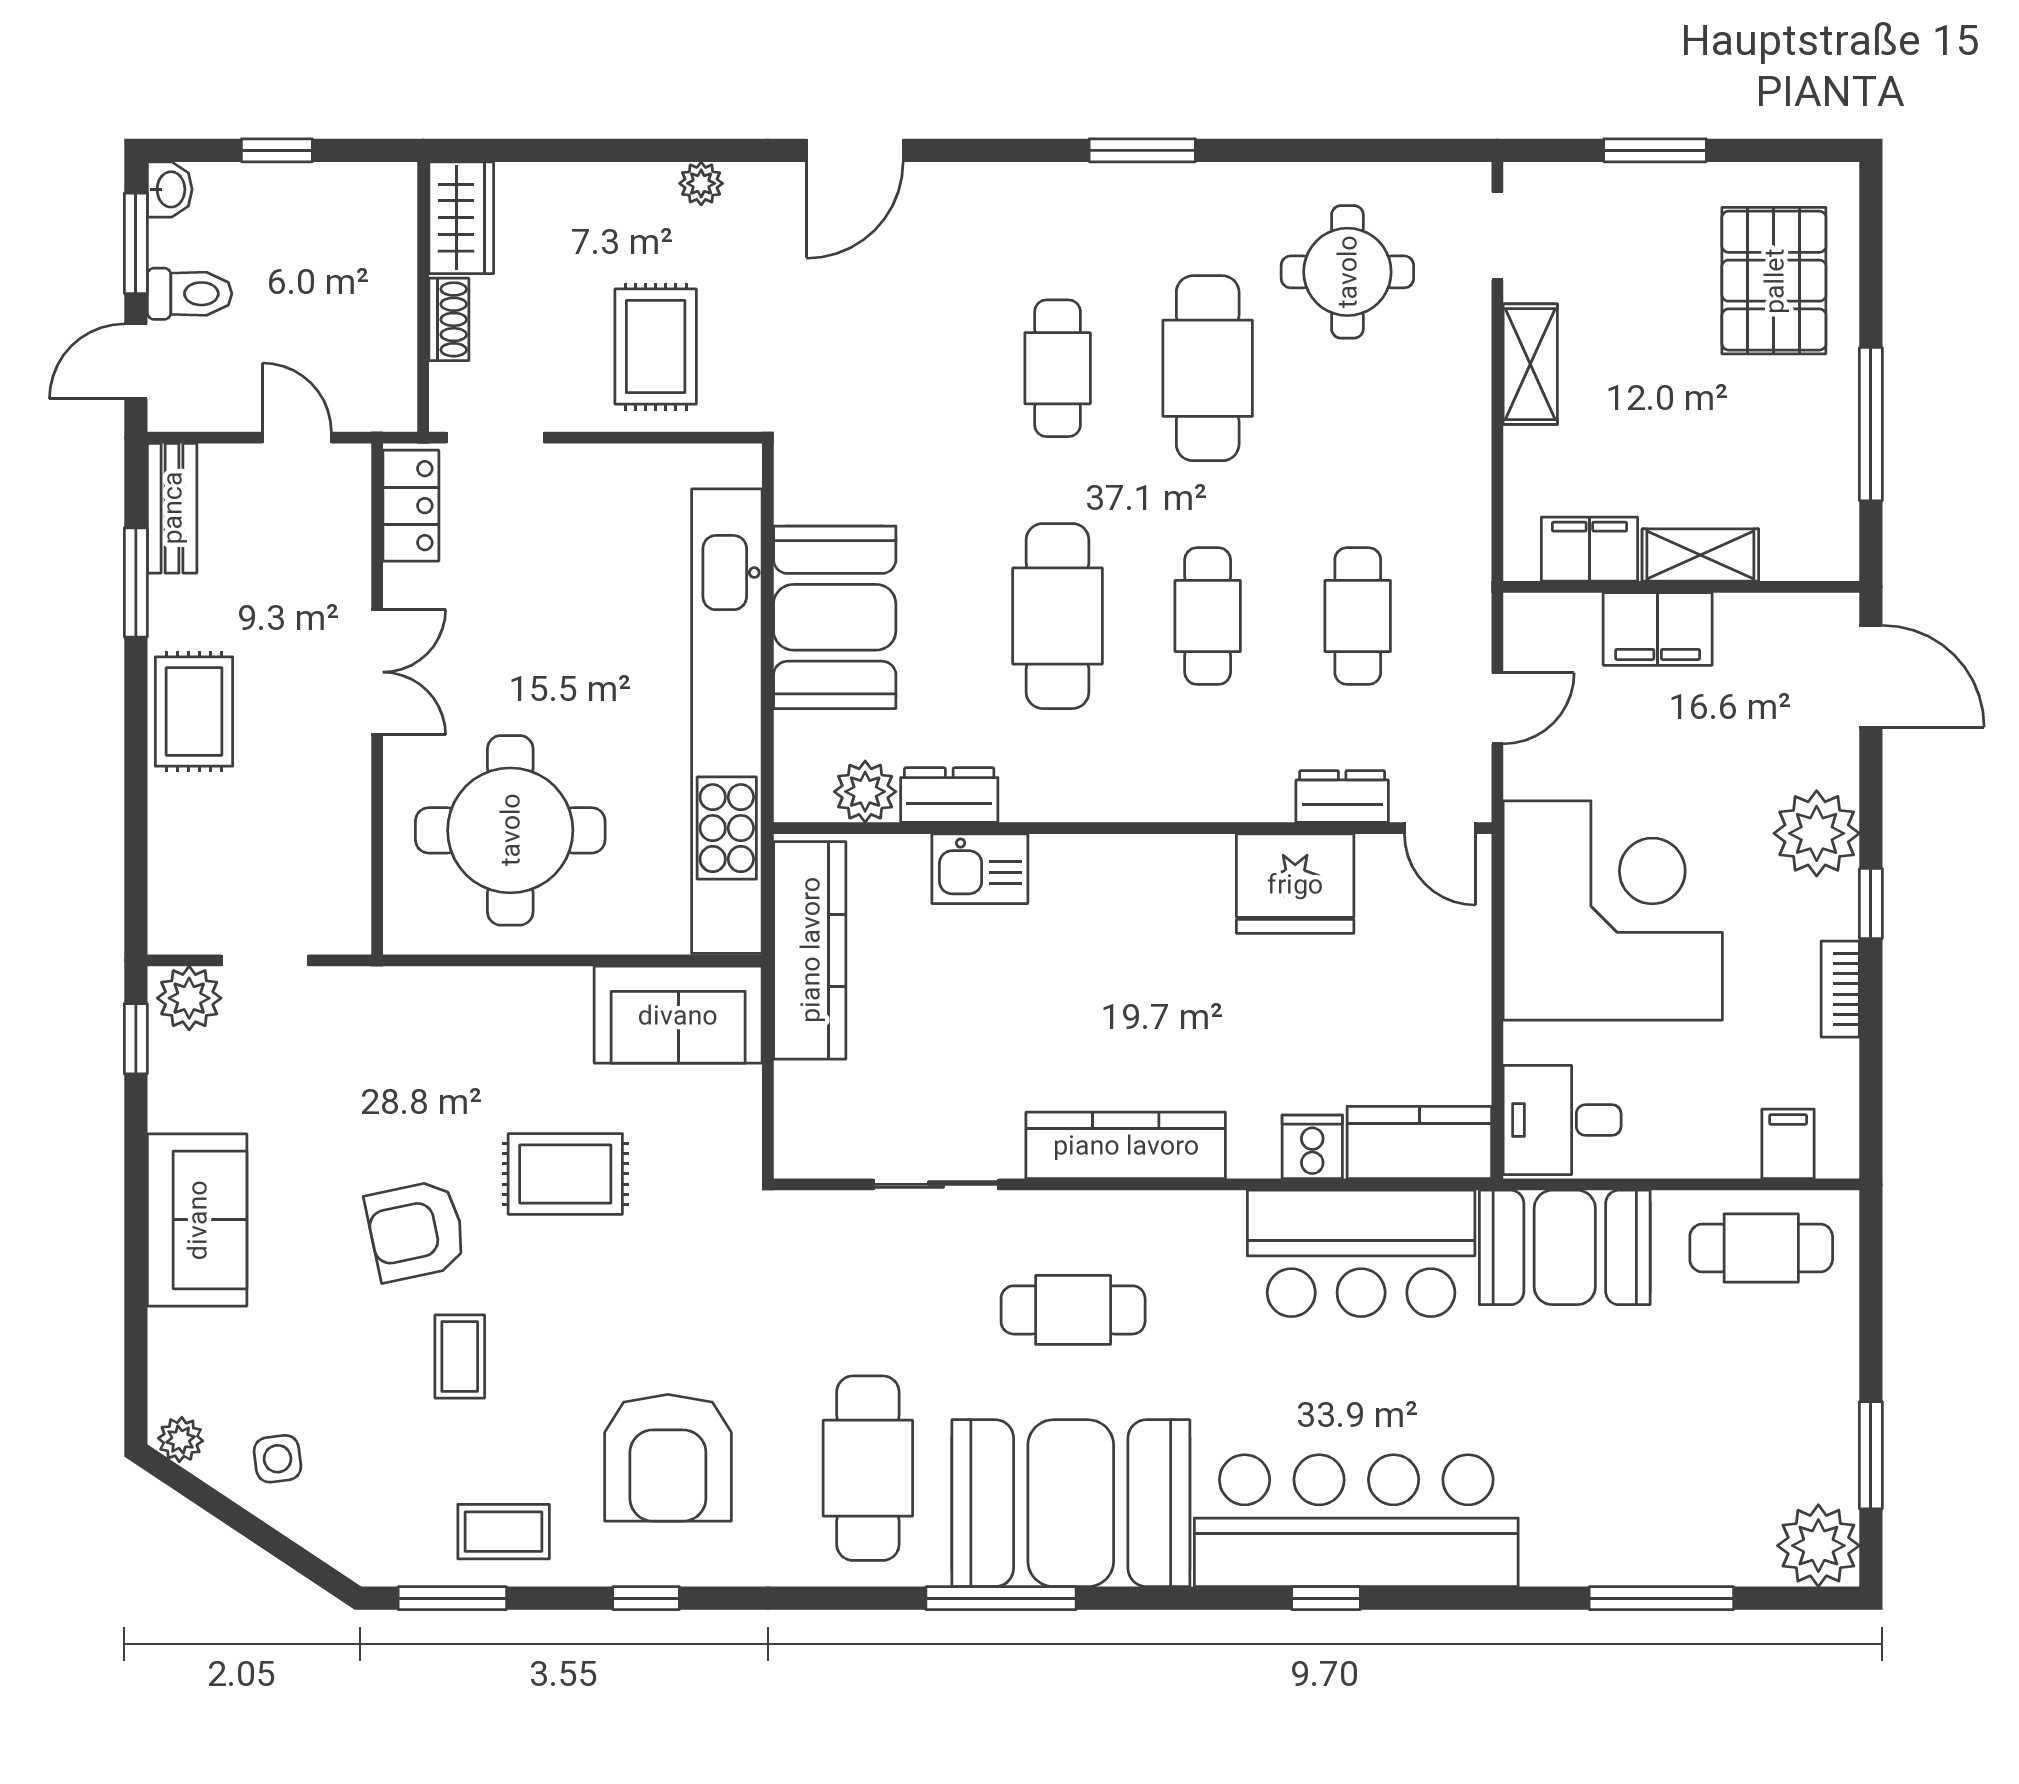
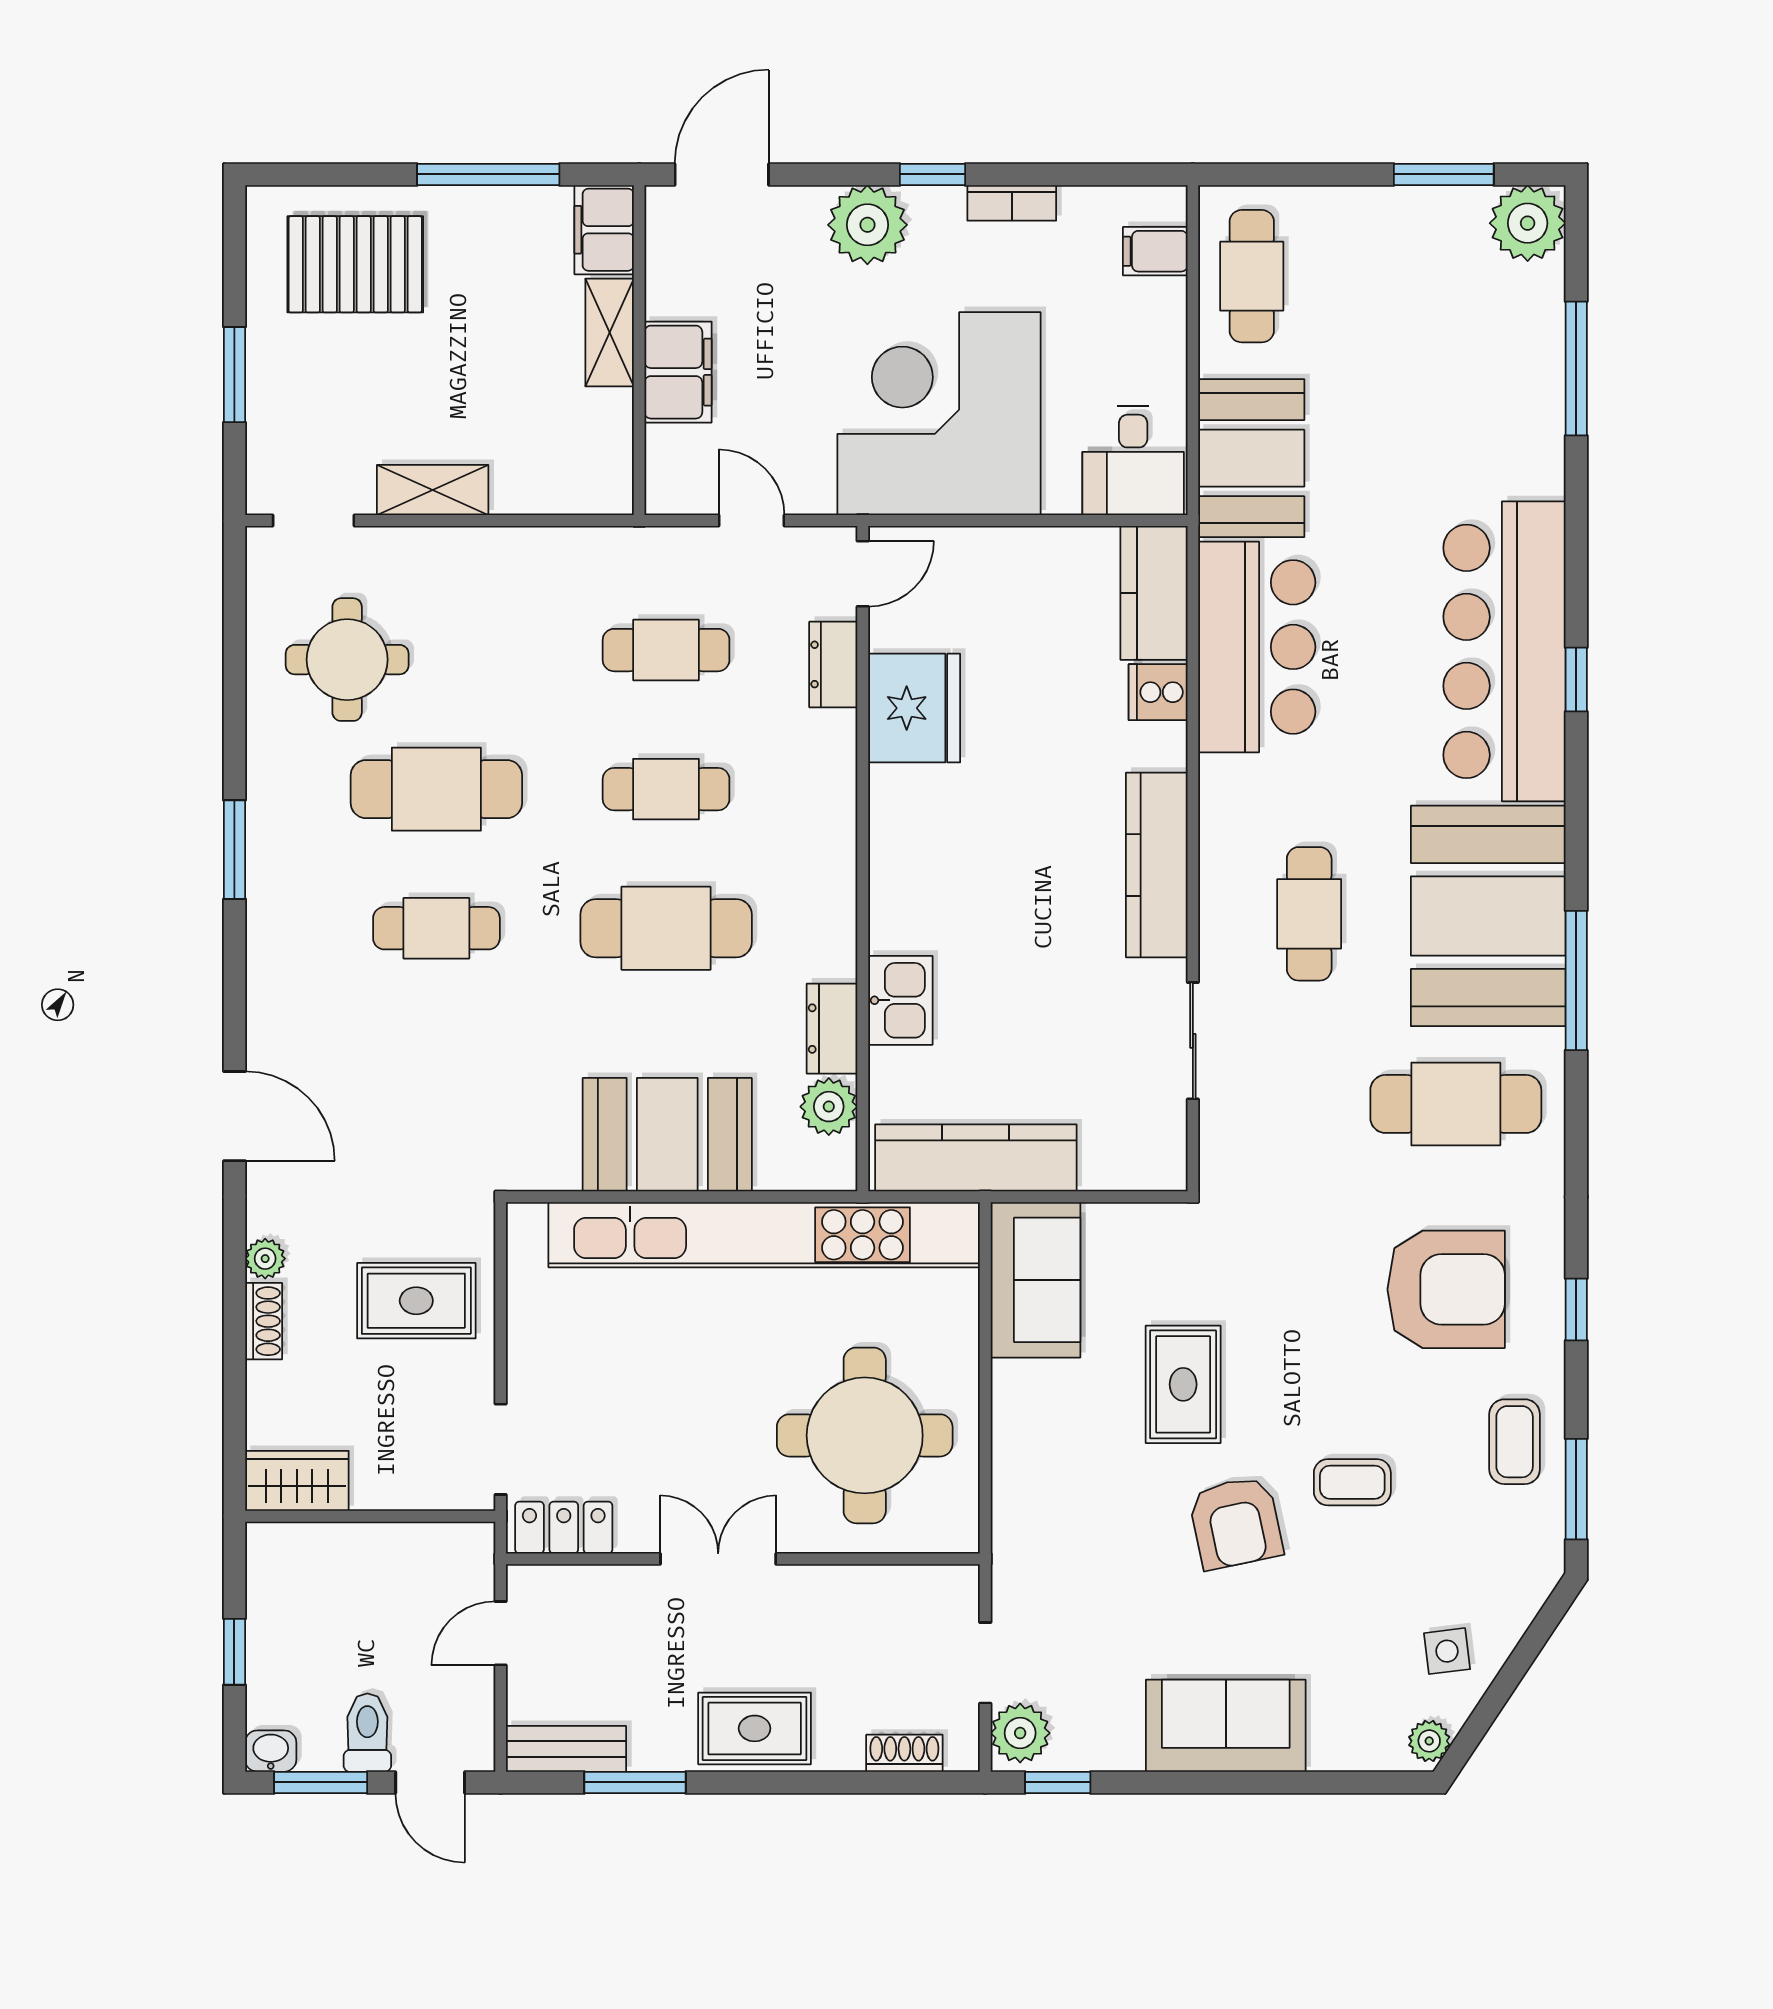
shoe rack: (449, 319) -> (264, 1321), moved, turned 90
filing cabinet: (1589, 549) -> (604, 230), moved
shoe rack: (167, 873) -> (904, 1753), added

